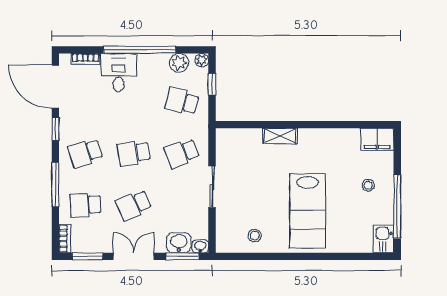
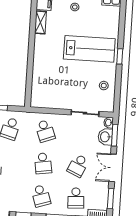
shelving: (280, 136) -> (40, 22), moved
sliding door: (212, 187) -> (85, 113), moved
school desk: (134, 205) -> (78, 166), turned 48
window: (299, 256) -> (120, 56), added

